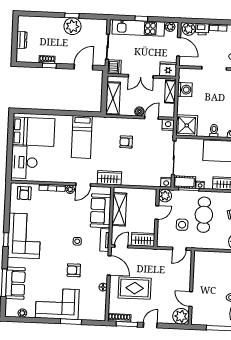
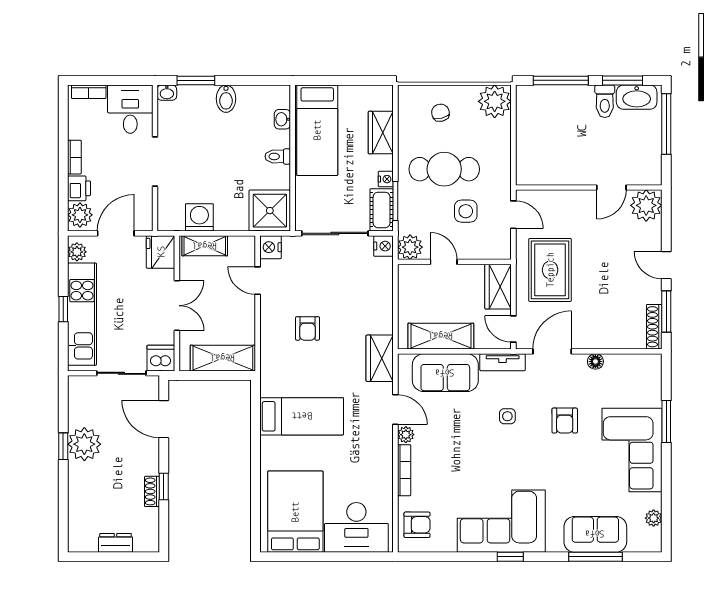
boiler: (139, 111) -> (246, 305), removed
rug: (135, 288) -> (550, 270), moved

